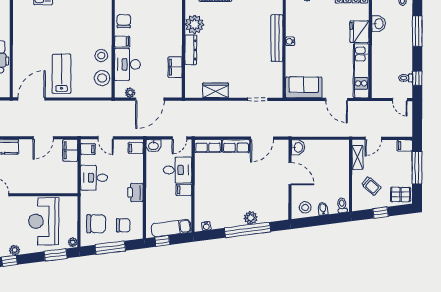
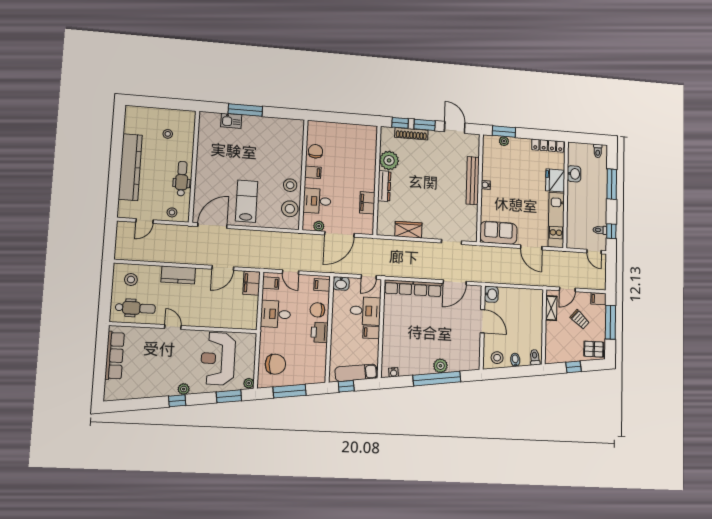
desk: (127, 64) -> (317, 201), width x0.73
trolley: (371, 186) -> (580, 319), moved
chair: (123, 225) -> (317, 310), moved, turned 180

